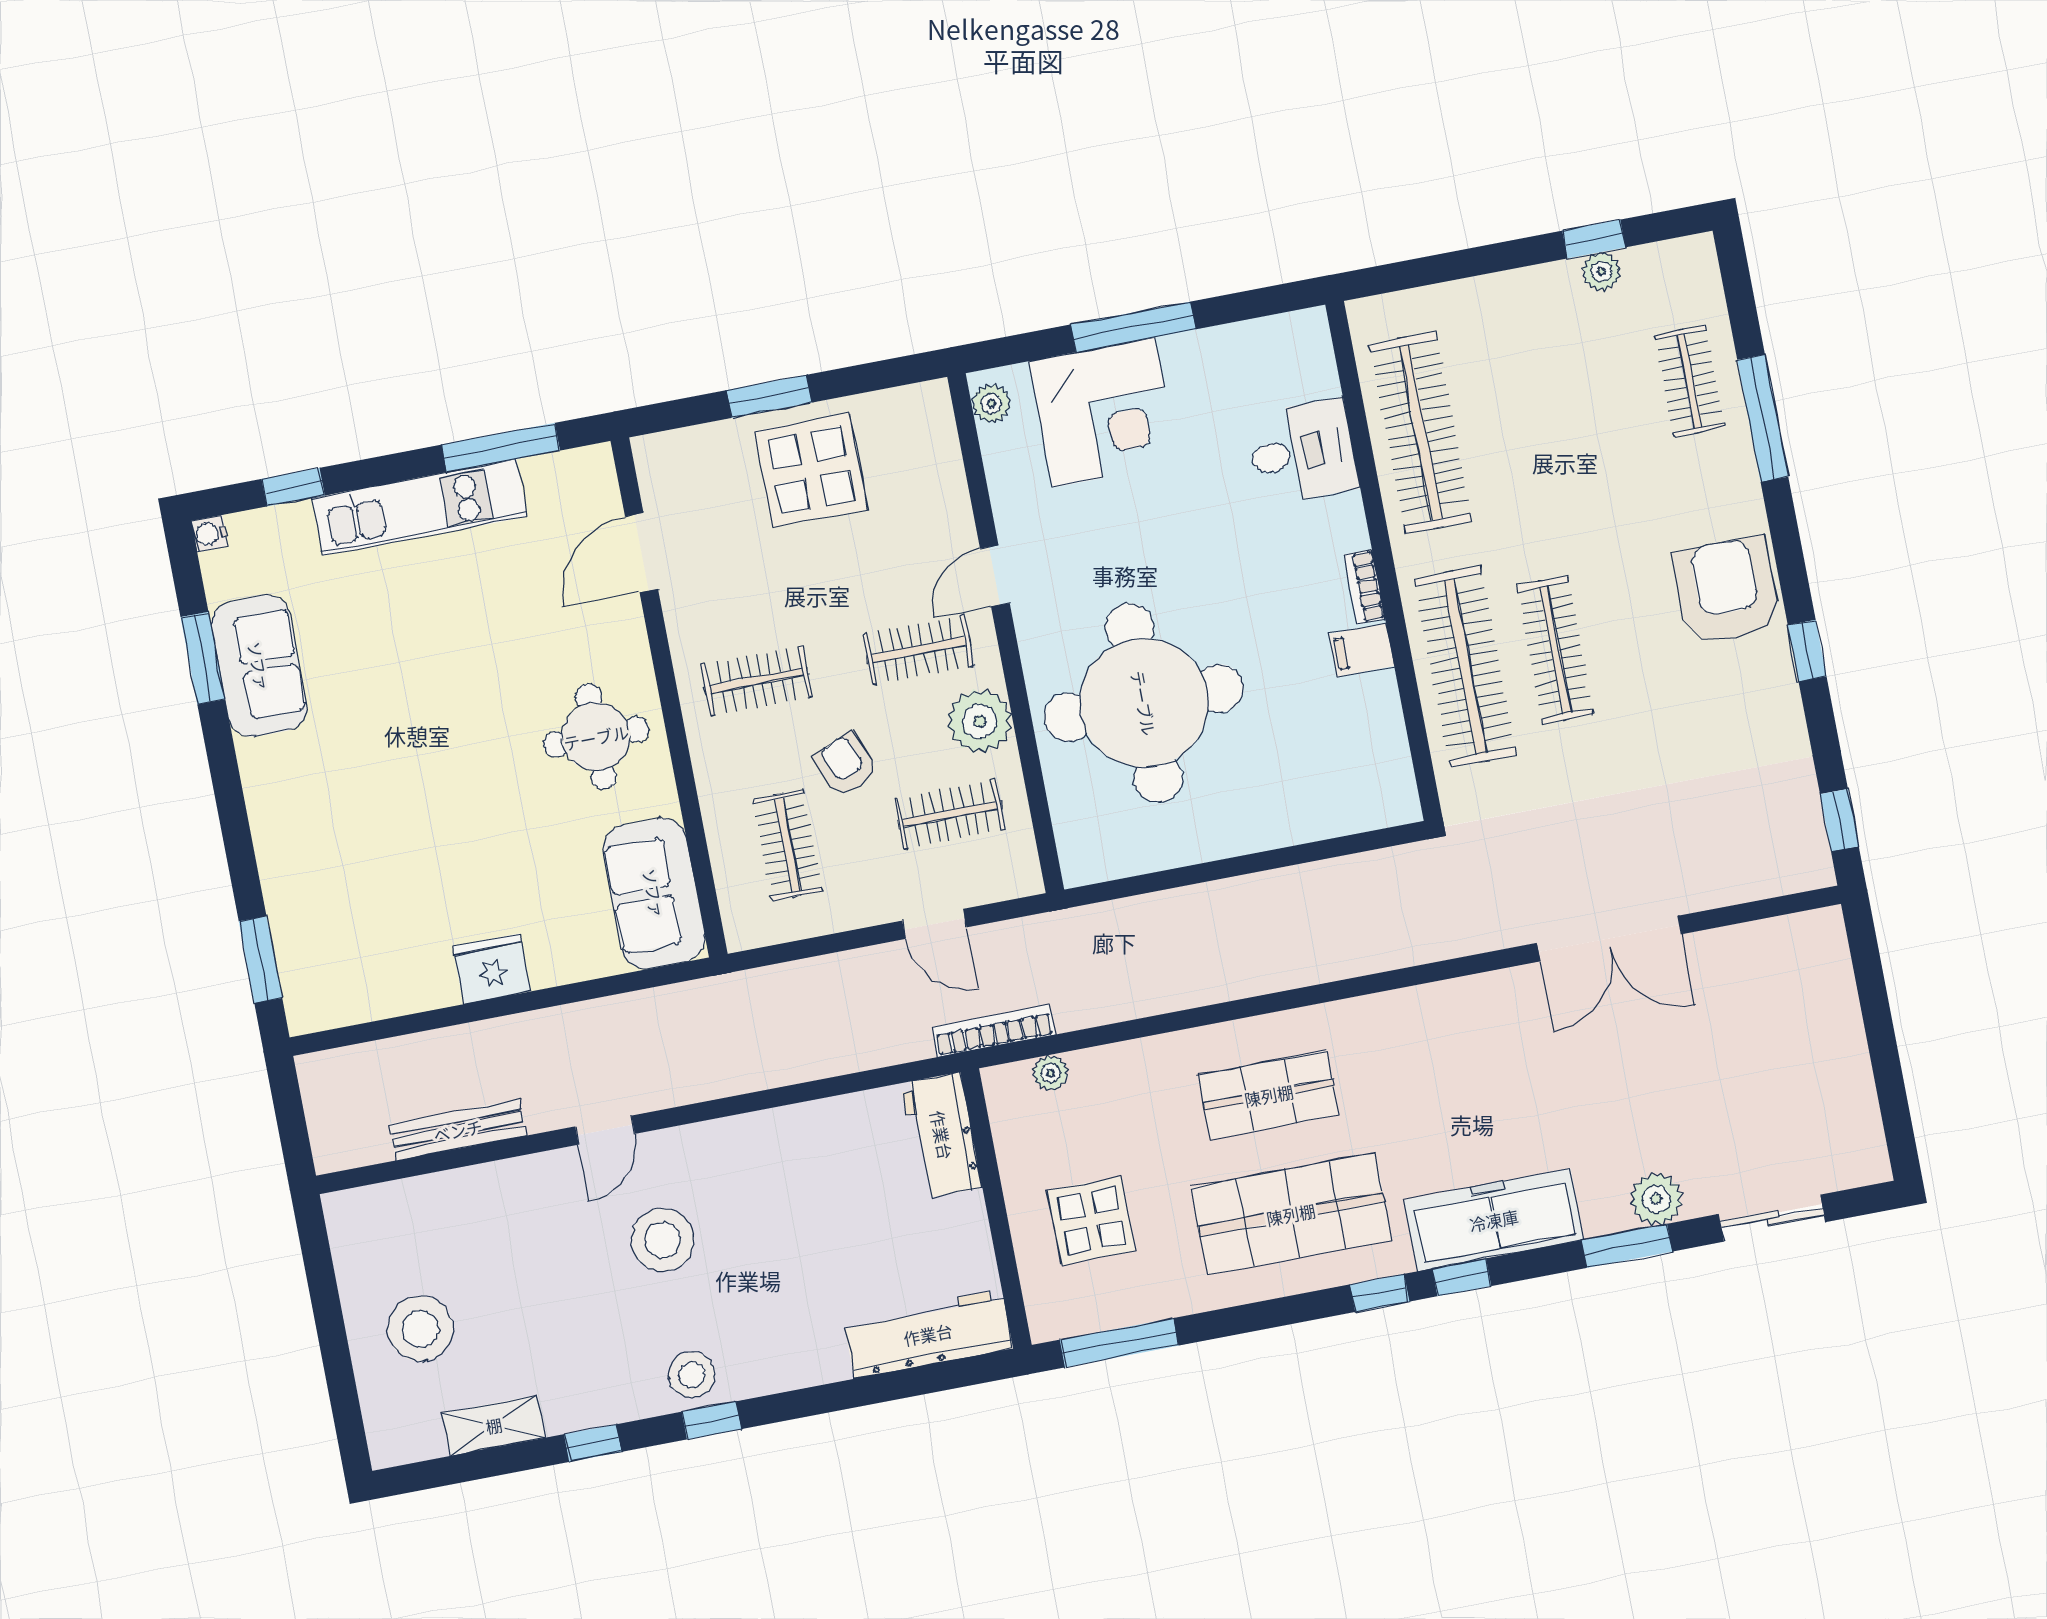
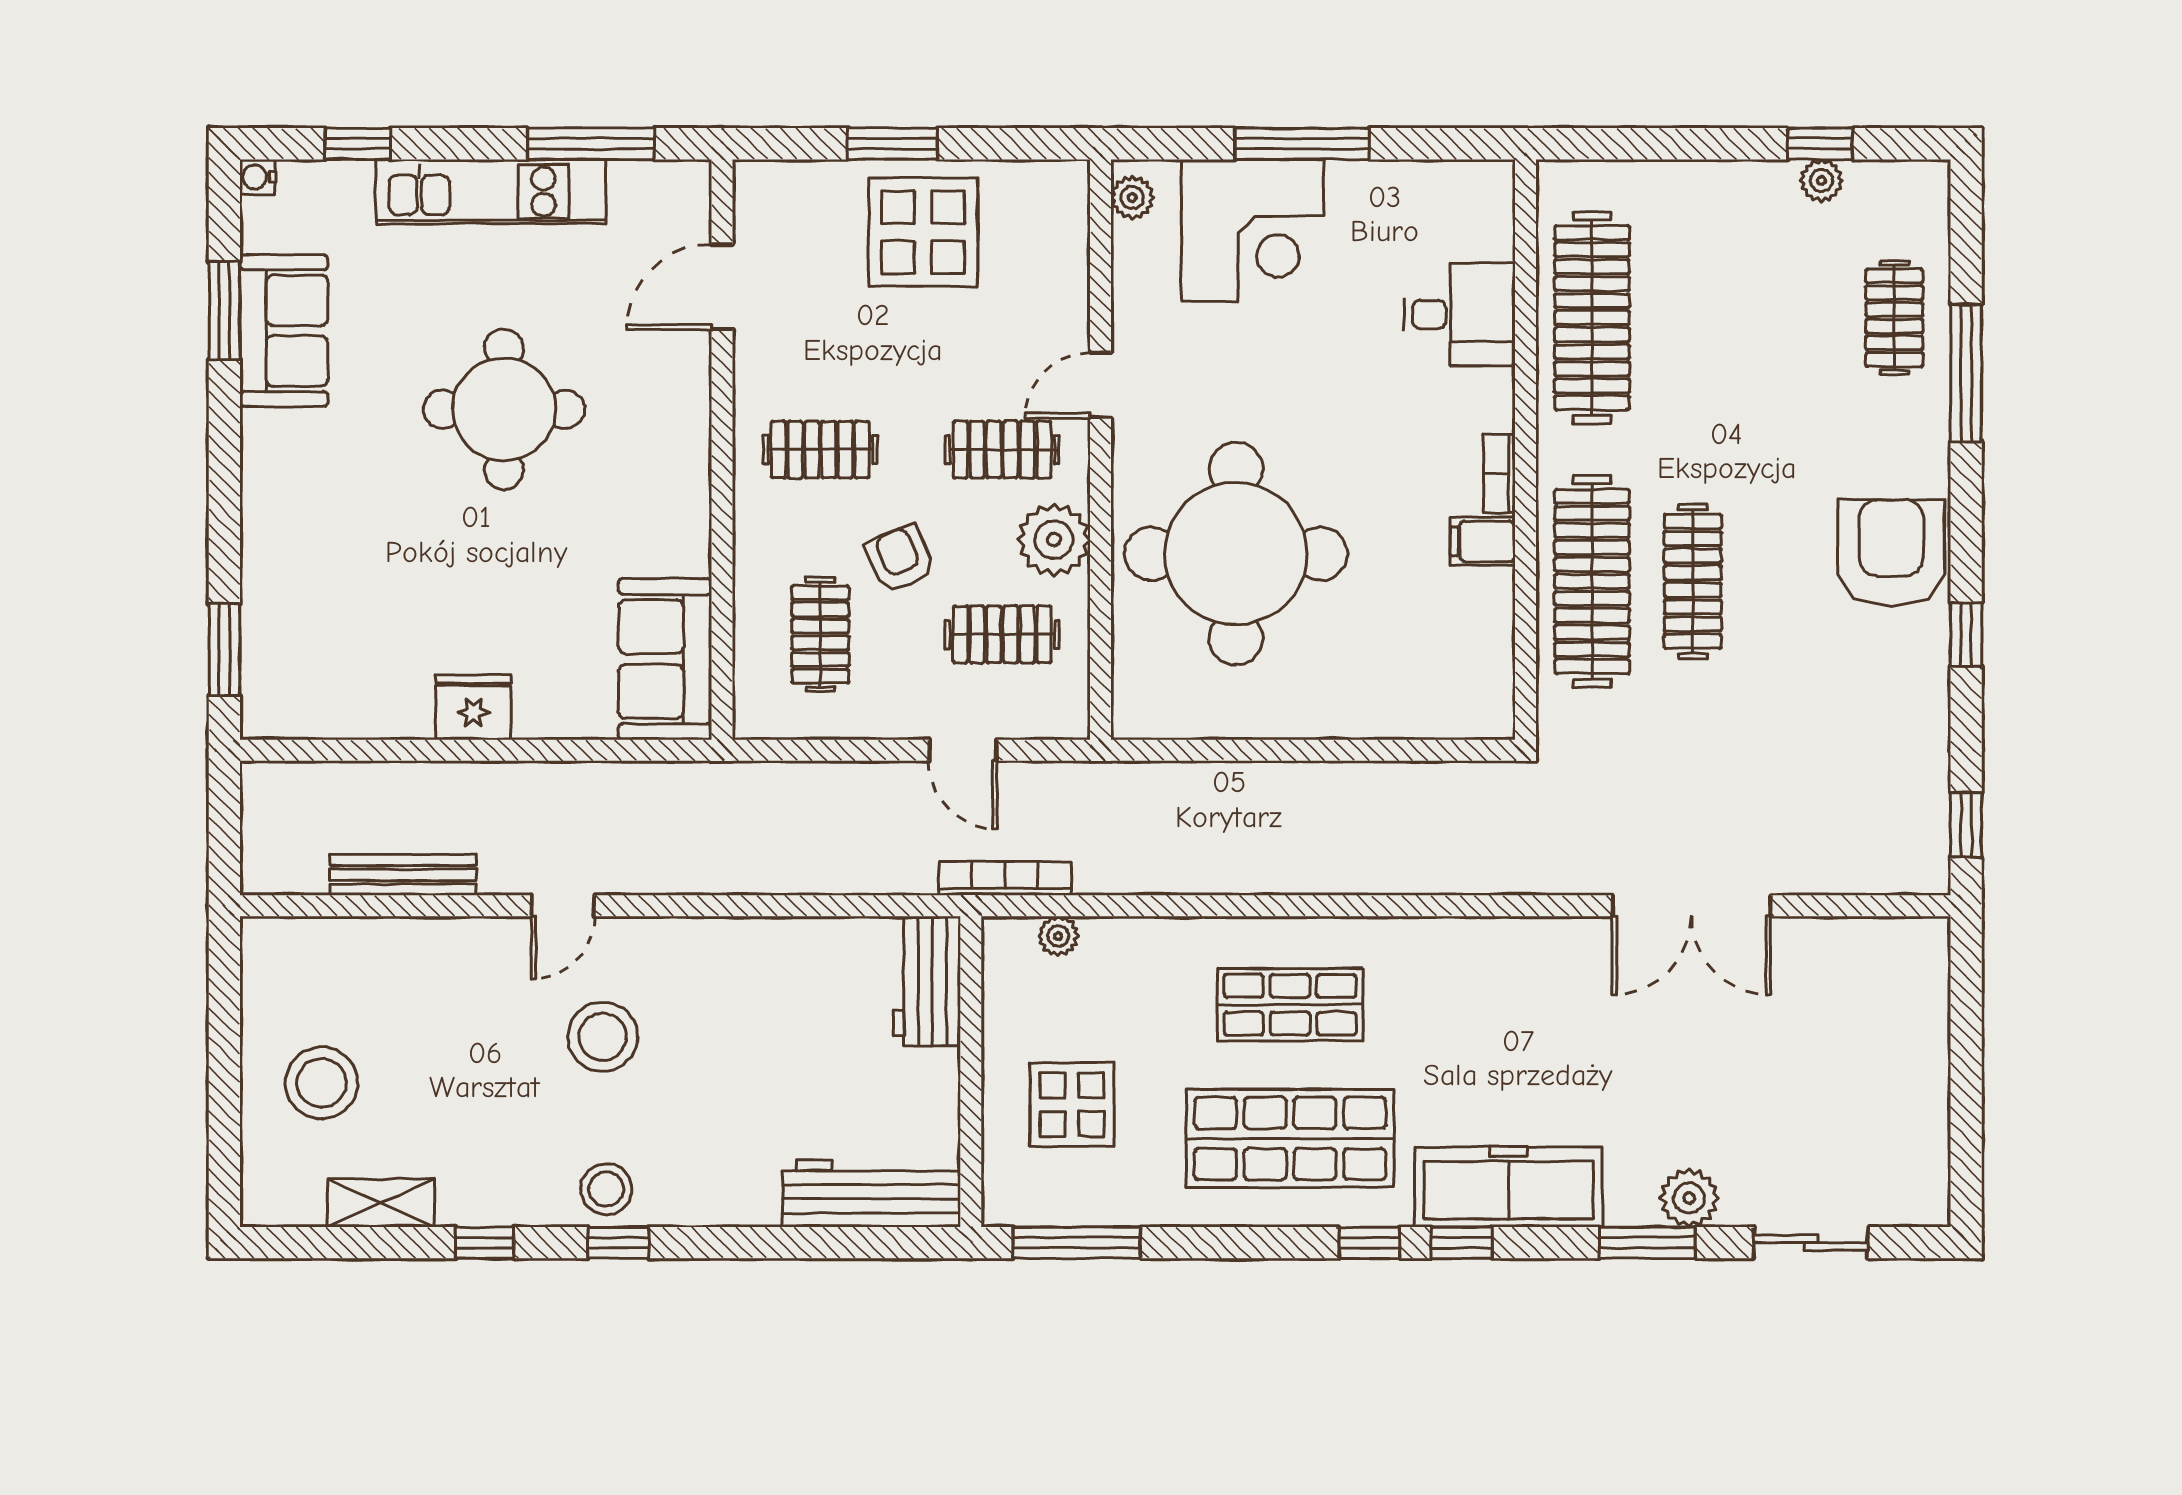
round table: (596, 737) -> (504, 409), moved, width x1.36, depth x1.36

